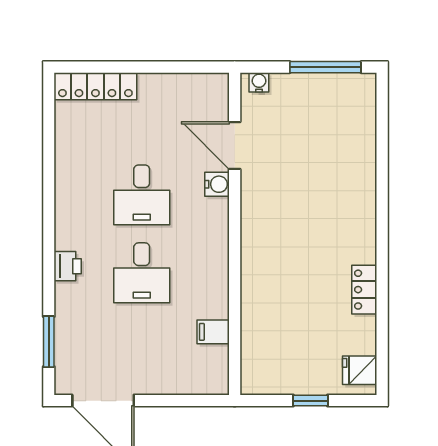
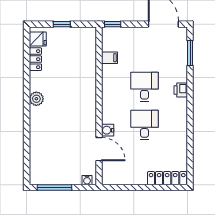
plant: (362, 248) -> (36, 99), added
locker: (364, 290) -> (35, 59), moved
window: (207, 401) -> (113, 24), added

